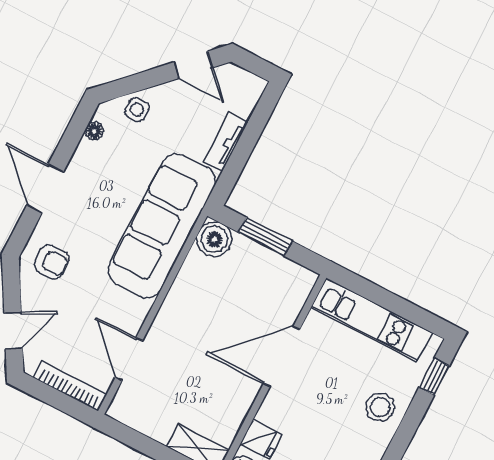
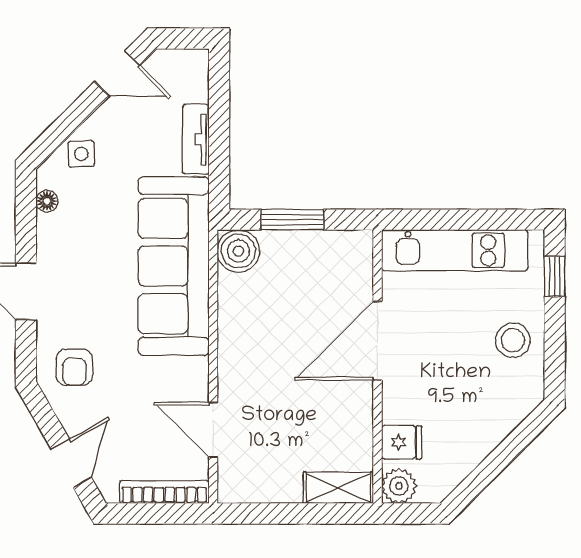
armchair: (52, 262) -> (74, 367), turned 90

